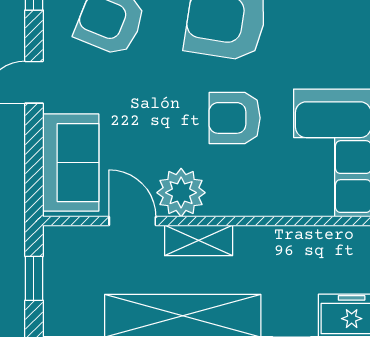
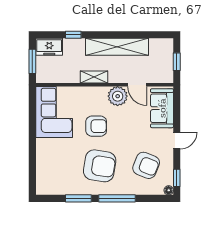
shelving: (199, 240) -> (94, 77), moved

